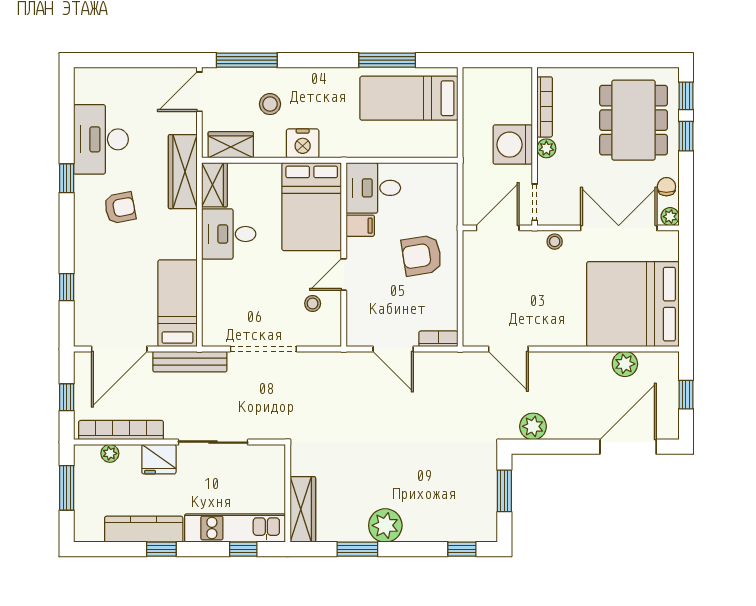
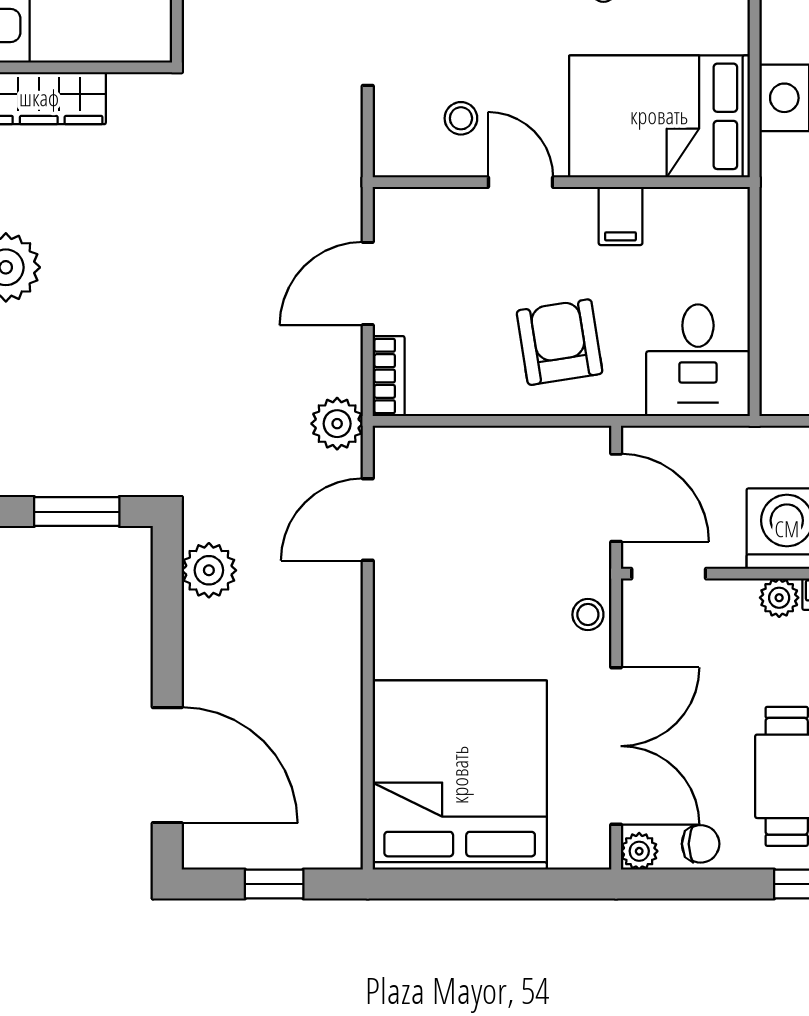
desk: (373, 188) -> (698, 360), moved, turned 180
plant: (625, 364) -> (337, 424), moved

